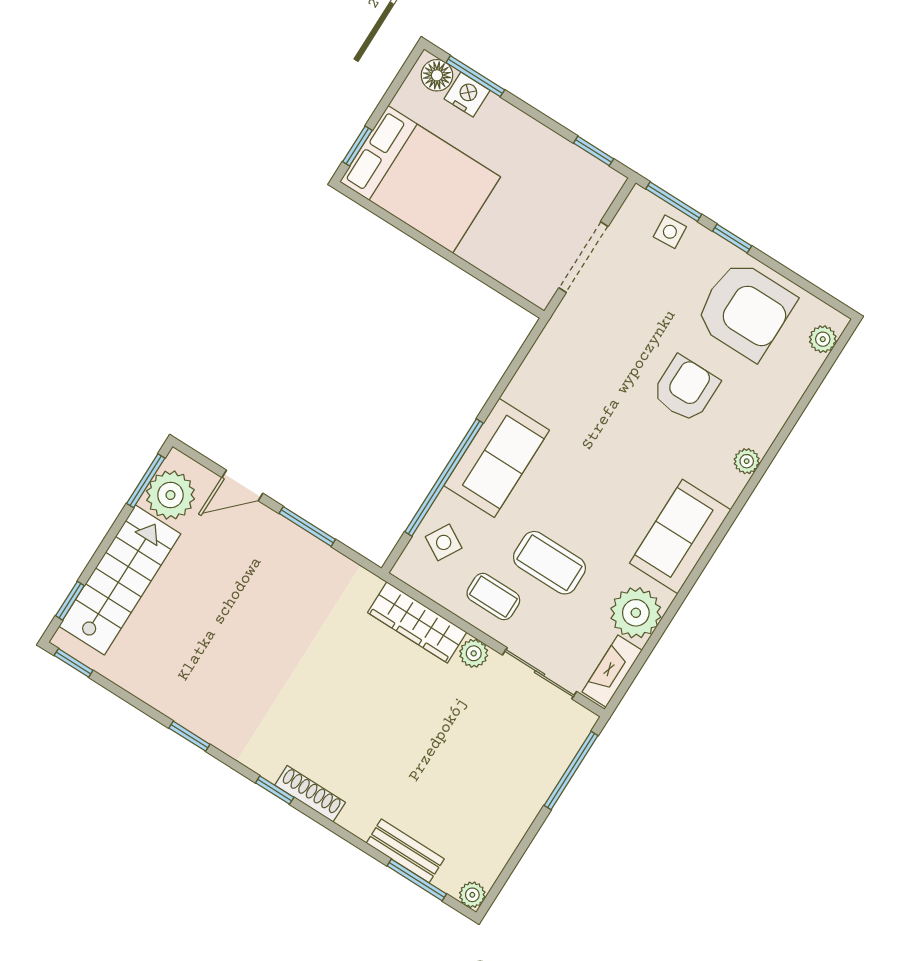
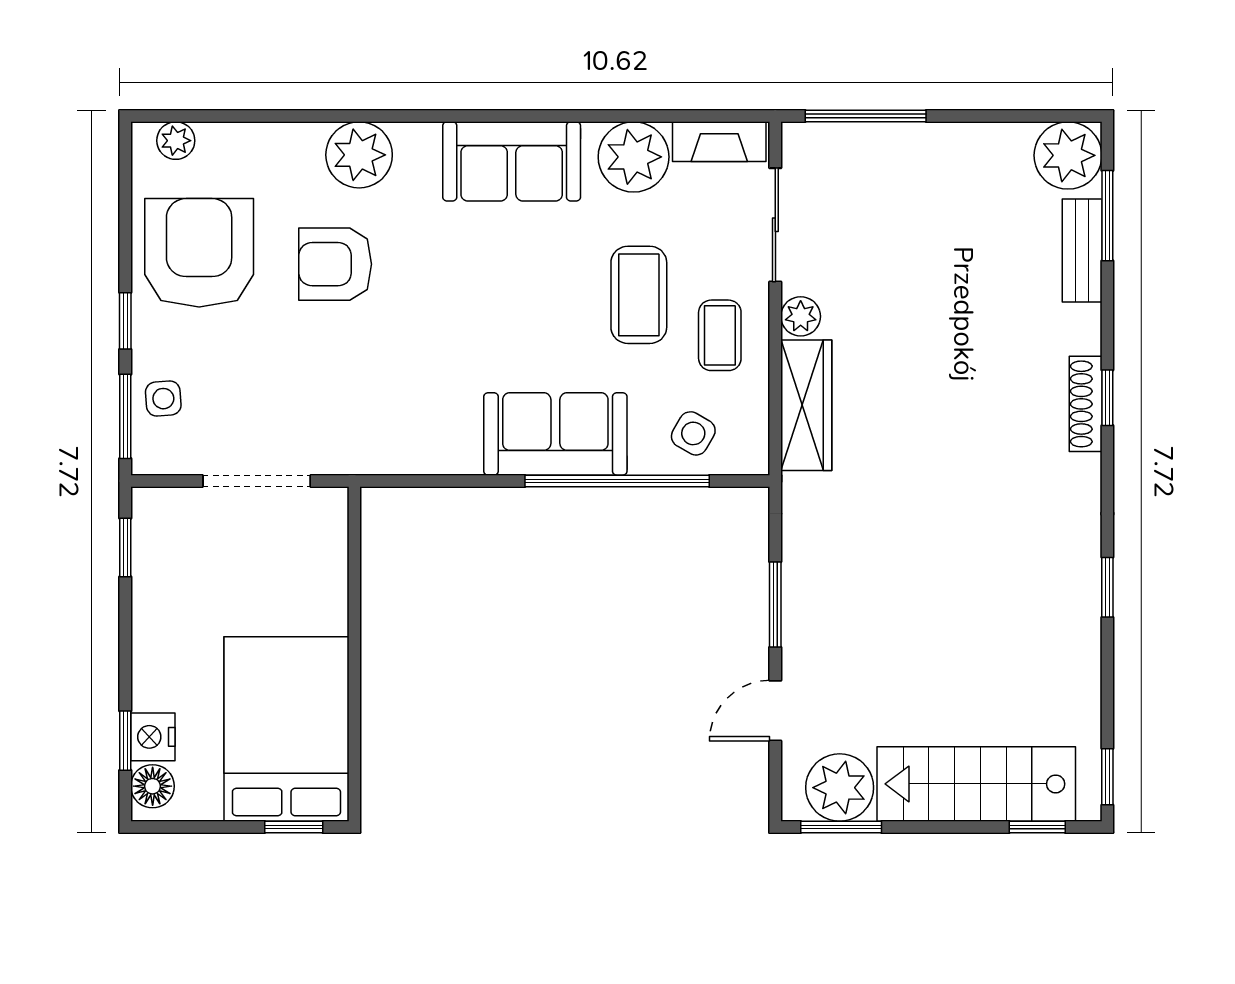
window: (475, 76) -> (125, 741), width x0.67
plant: (747, 461) -> (359, 155), width x1.88, depth x1.88
door: (242, 485) -> (775, 711), swing flipped
window: (275, 790) -> (1107, 398), moved
plant: (472, 895) -> (1068, 155), width x1.88, depth x1.88

